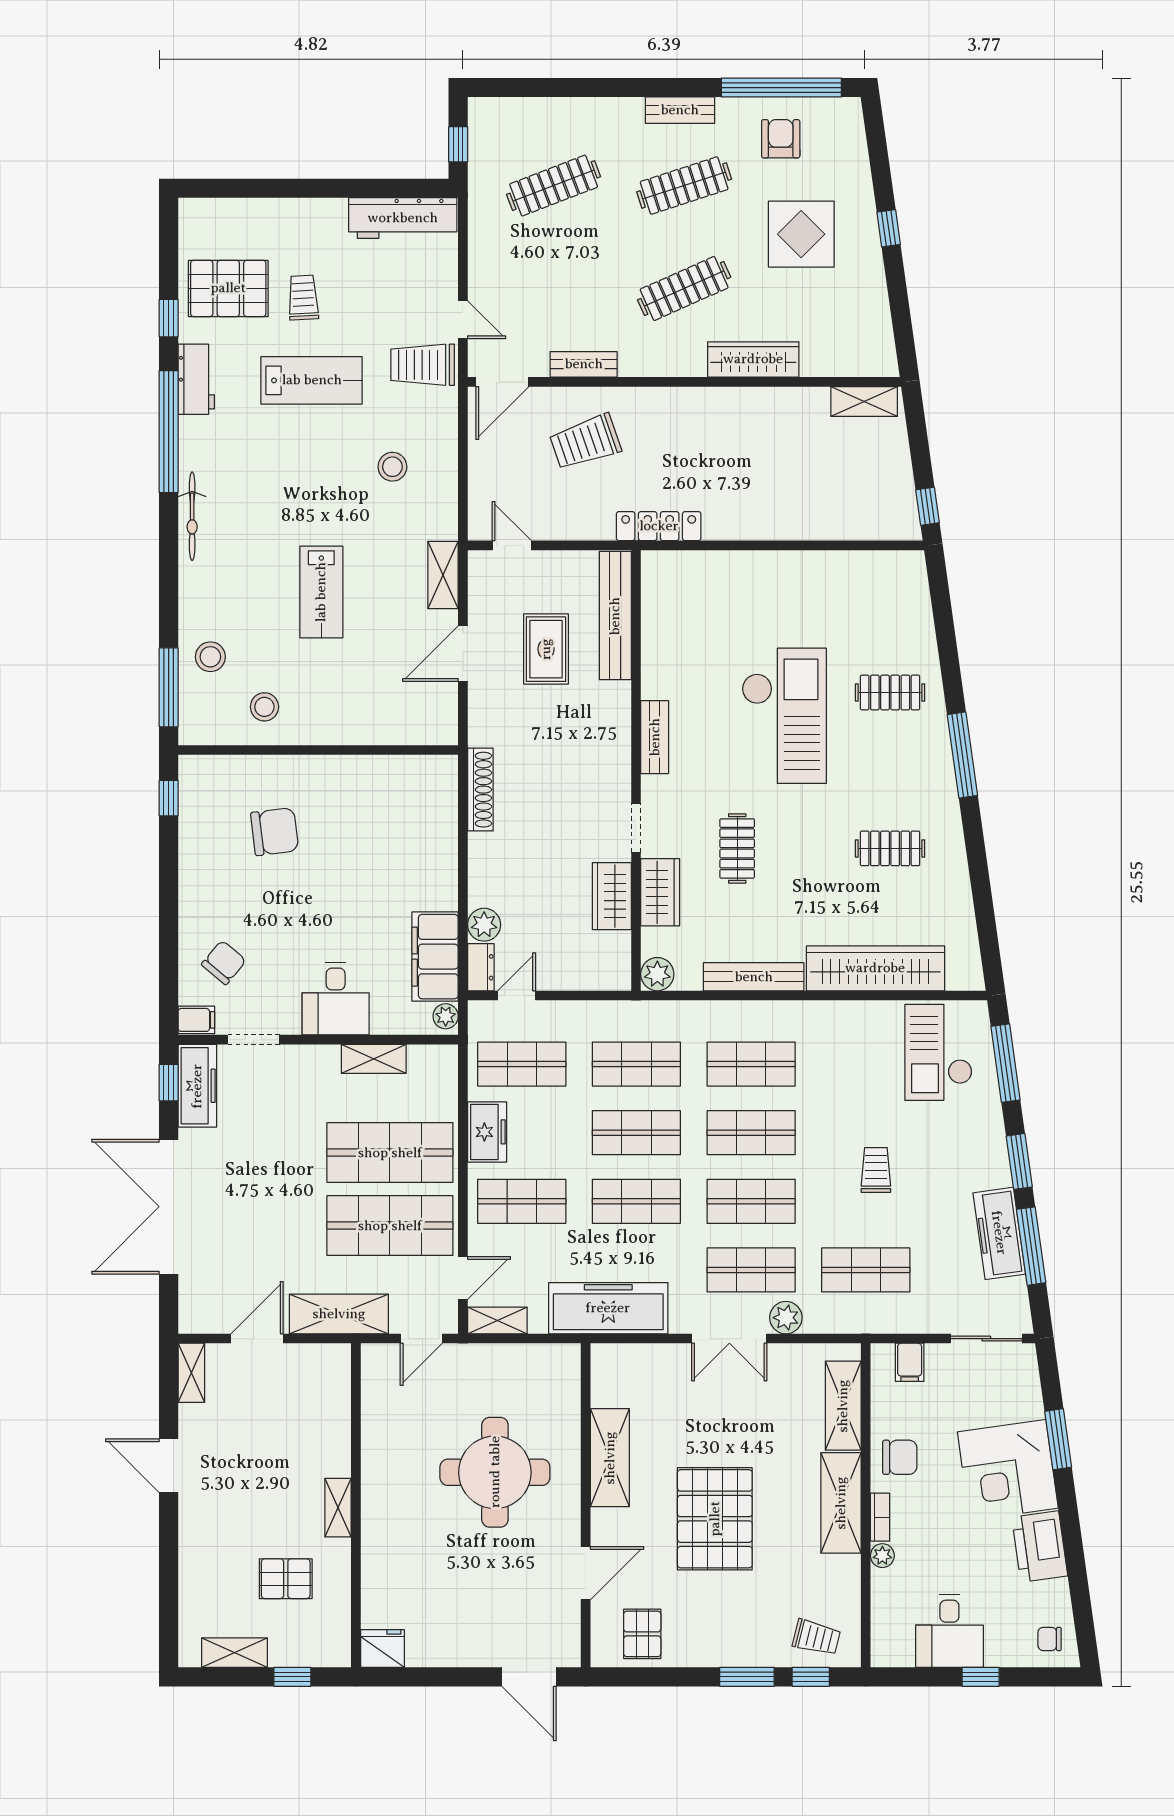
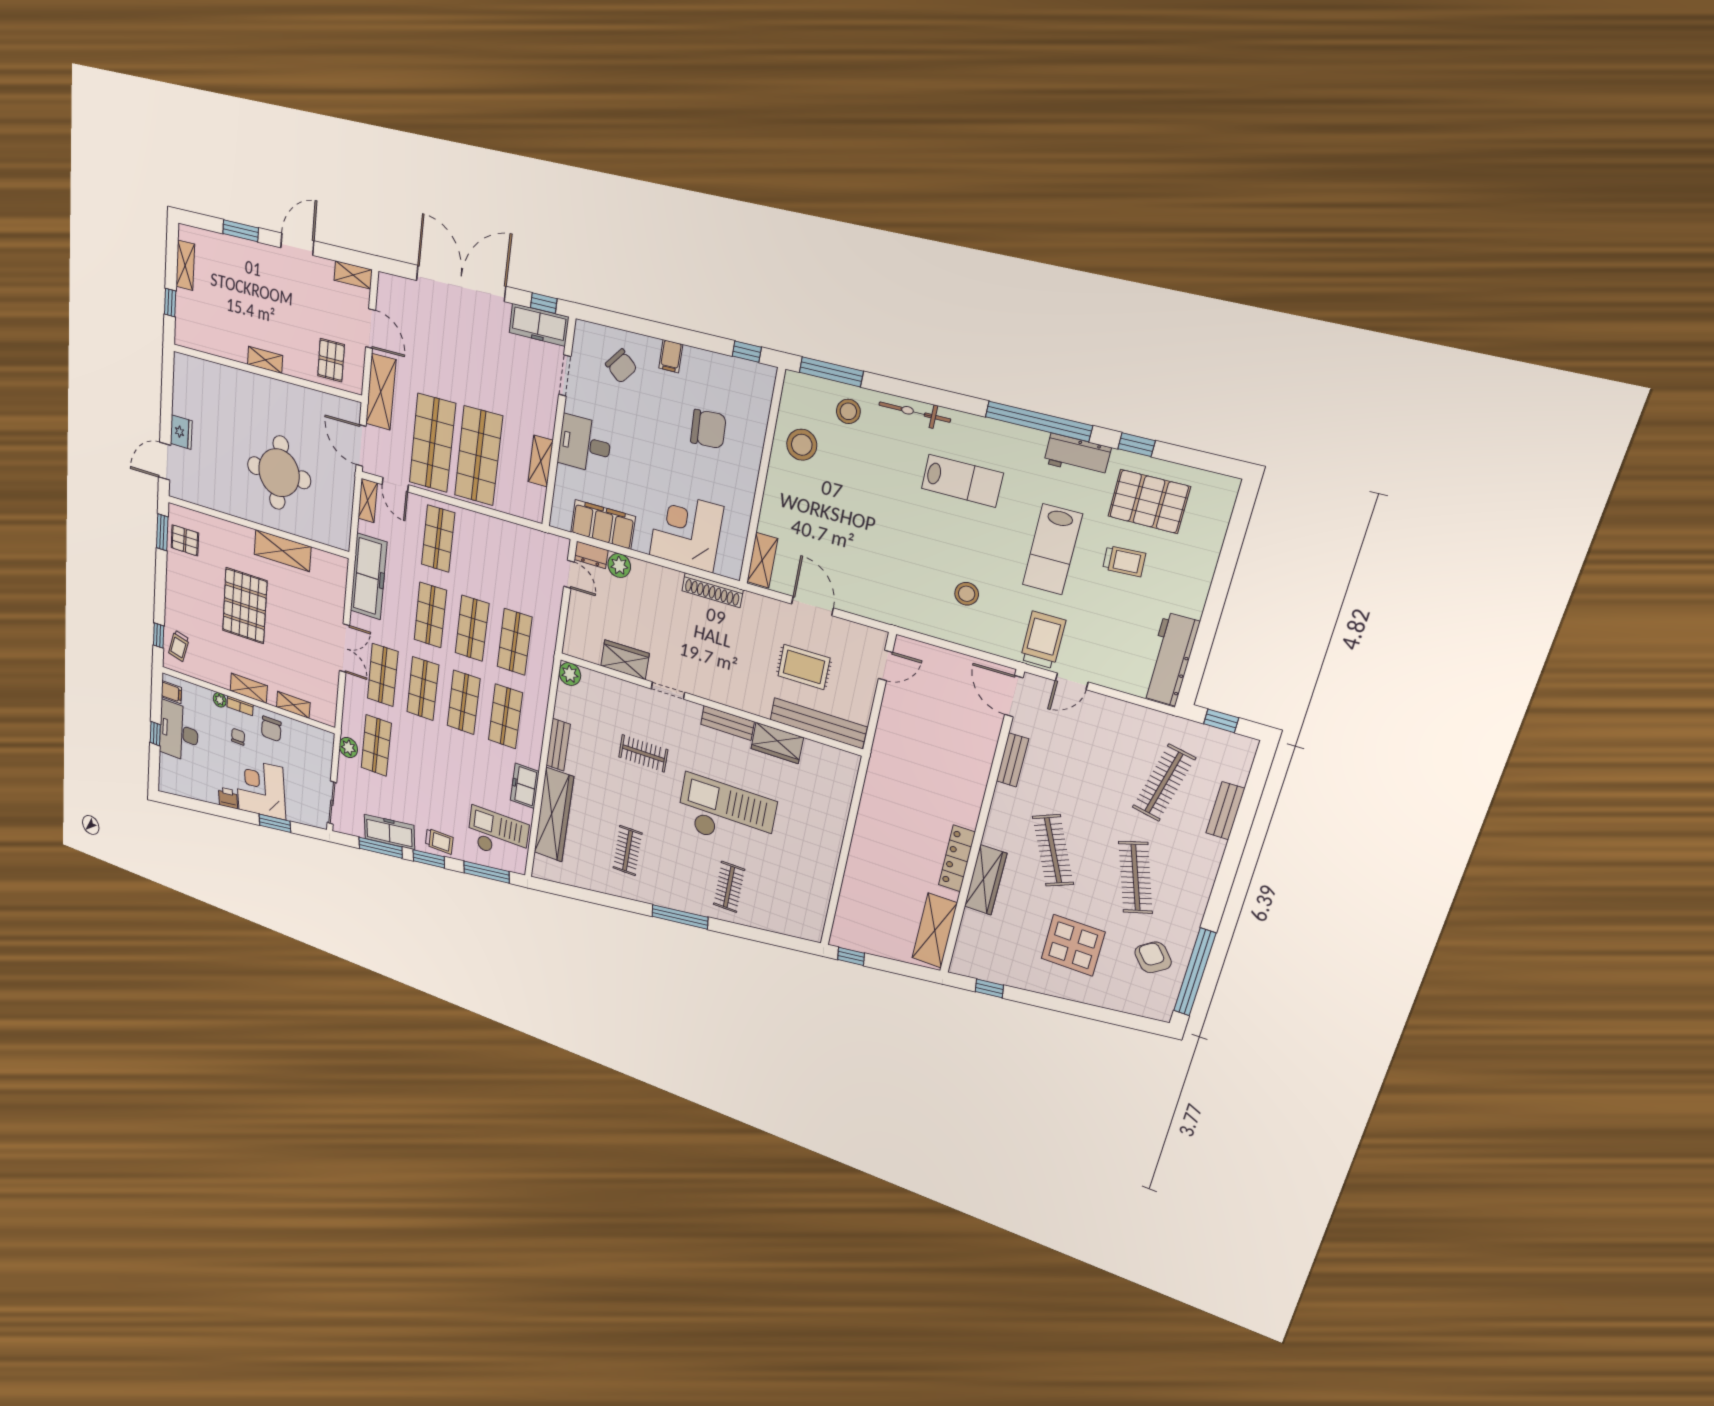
bench: (680, 110) -> (1225, 811), moved
armchair: (781, 139) -> (1153, 957), turned -128
clothes rail: (554, 186) -> (1164, 783), turned 33
window: (889, 228) -> (989, 988), moved
pallet: (228, 288) -> (1149, 501), turned 90
shelving: (864, 401) -> (935, 931), width x1.50, depth x1.33
trolley: (585, 442) -> (952, 742), removed
bicycle: (192, 516) -> (915, 412), moved
locker: (659, 526) -> (957, 859), moved, turned 180
shelving: (443, 575) -> (762, 560), moved, turned 90
lab bench: (321, 592) -> (962, 481), moved, turned 180
stool: (264, 707) -> (802, 445), width x1.38, depth x1.38
checkout: (784, 716) -> (726, 814), turned 180
chair: (275, 832) -> (708, 429), turned -86
corner desk: (413, 839) -> (686, 531), added
wardrobe: (660, 892) -> (777, 743), moved
bench: (754, 977) -> (558, 745), width x0.73
plant: (446, 1016) -> (562, 521), removed
filing cabinet: (196, 1020) -> (671, 356), moved
shop shelf: (522, 1064) -> (524, 565), removed
freezer: (487, 1132) -> (525, 786), moved, turned 90
trolley: (876, 1170) -> (439, 841), moved
plant: (786, 1318) -> (348, 747), moved
door: (421, 1339) -> (361, 446), width x1.38
double door: (729, 1339) -> (344, 648), swing flipped
filing cabinet: (910, 1362) -> (171, 692), moved, turned 180
shelving: (843, 1406) -> (293, 705), width x0.67, depth x0.75
shelving: (841, 1503) -> (249, 688), width x0.67, depth x0.75
pallet: (715, 1519) -> (245, 606), turned 90
printer: (1040, 1547) -> (228, 798), width x0.53, depth x0.68
window: (169, 1560) -> (241, 231), added
door: (586, 1573) -> (219, 515), removed
pallet: (286, 1579) -> (331, 360), moved
desk: (949, 1631) -> (179, 732), width x1.37
chair: (1049, 1639) -> (238, 737), moved
fridge: (382, 1649) -> (181, 432), moved
window: (747, 1677) -> (162, 532), moved

